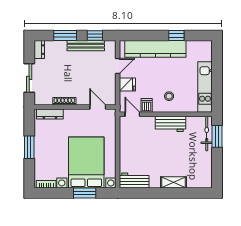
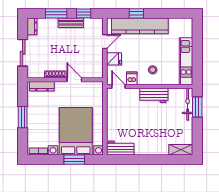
window: (176, 36) -> (136, 13), moved
bench: (86, 46) -> (71, 23), width x0.73
door: (98, 107) -> (74, 80), moved
shelving: (174, 182) -> (181, 150), moved

